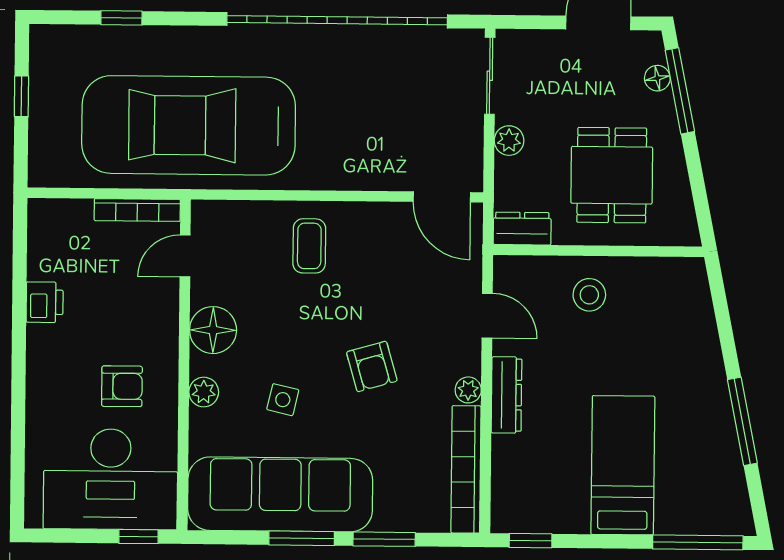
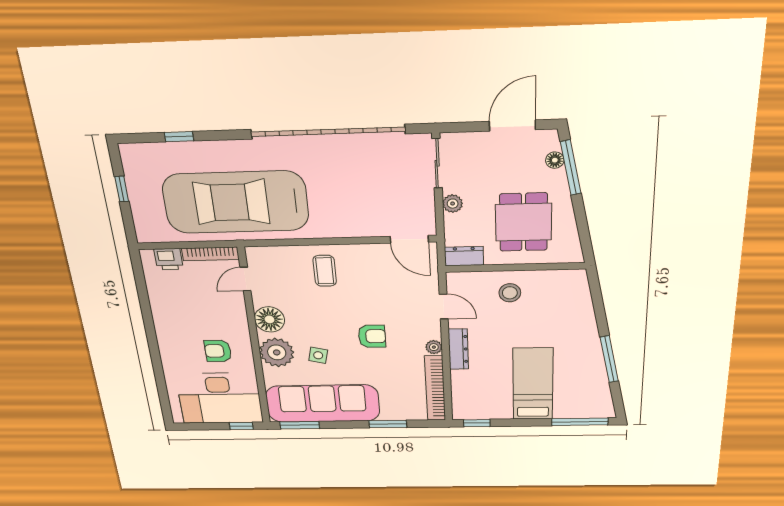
printer: (45, 302) -> (169, 259), moved, turned 90
armchair: (372, 366) -> (372, 336), turned -74
armchair: (122, 386) -> (218, 351), turned 180
plant: (204, 392) -> (277, 352), width x1.88, depth x1.88
window: (302, 538) -> (300, 425), moved

